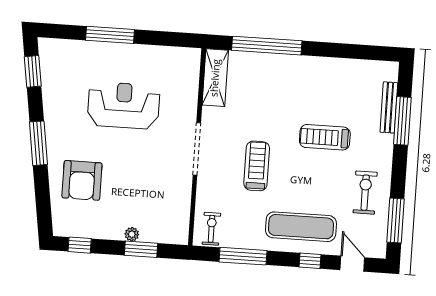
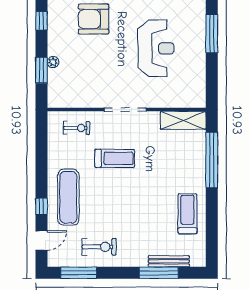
treadmill: (325, 137) -> (187, 214), moved
exercise bike: (211, 229) -> (76, 128), moved
window: (243, 256) -> (42, 152), removed

